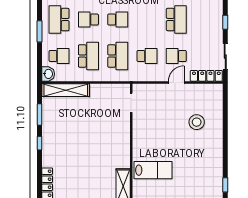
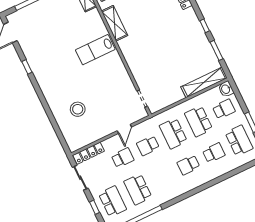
school desk: (206, 20) -> (112, 201), added
school desk: (59, 56) -> (224, 109), turned 180
door: (176, 82) -> (124, 129), moved

